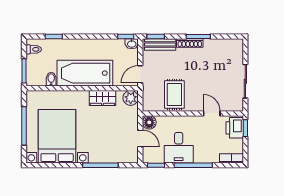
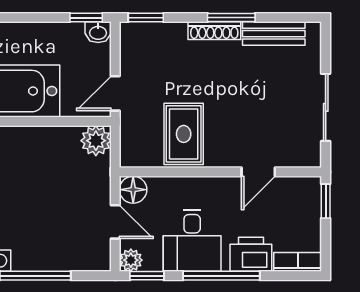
bench: (160, 44) -> (274, 34), moved
wardrobe: (102, 98) -> (39, 141), removed
door: (212, 113) -> (258, 172), swing flipped
printer: (235, 128) -> (251, 254), moved, turned 90
plant: (148, 158) -> (131, 260), added

